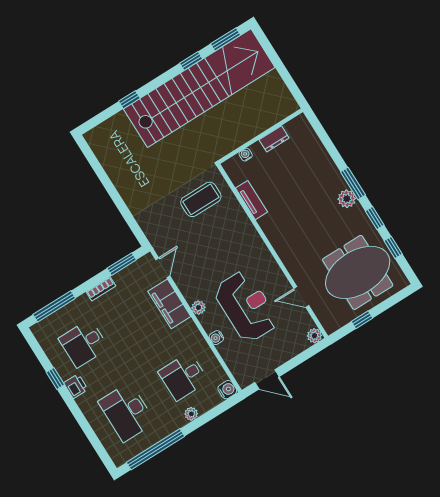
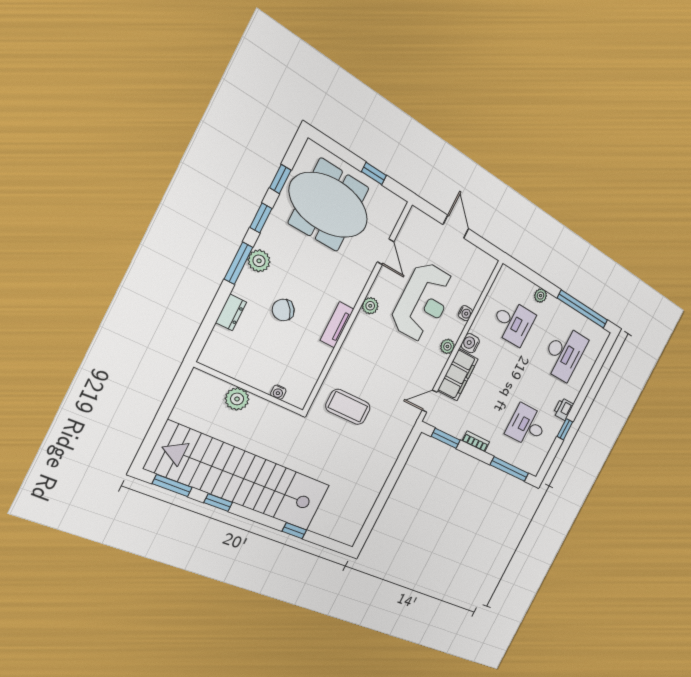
plant: (259, 123) -> (237, 399), added
dresser: (274, 139) -> (231, 312), moved, turned 90
chair: (303, 195) -> (283, 310), added
tv unit: (252, 200) -> (337, 325), moved
reception desk: (246, 306) -> (423, 302), turned 180
plant: (314, 336) -> (370, 306), moved
desk: (84, 343) -> (527, 426), turned 180
door: (267, 379) -> (456, 227), moved
water cooler: (227, 390) -> (470, 343), moved

